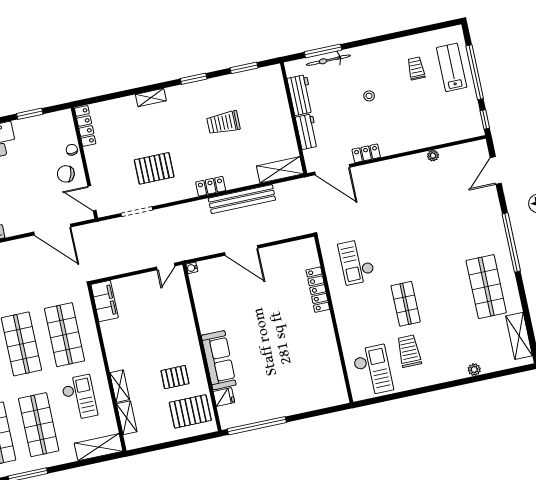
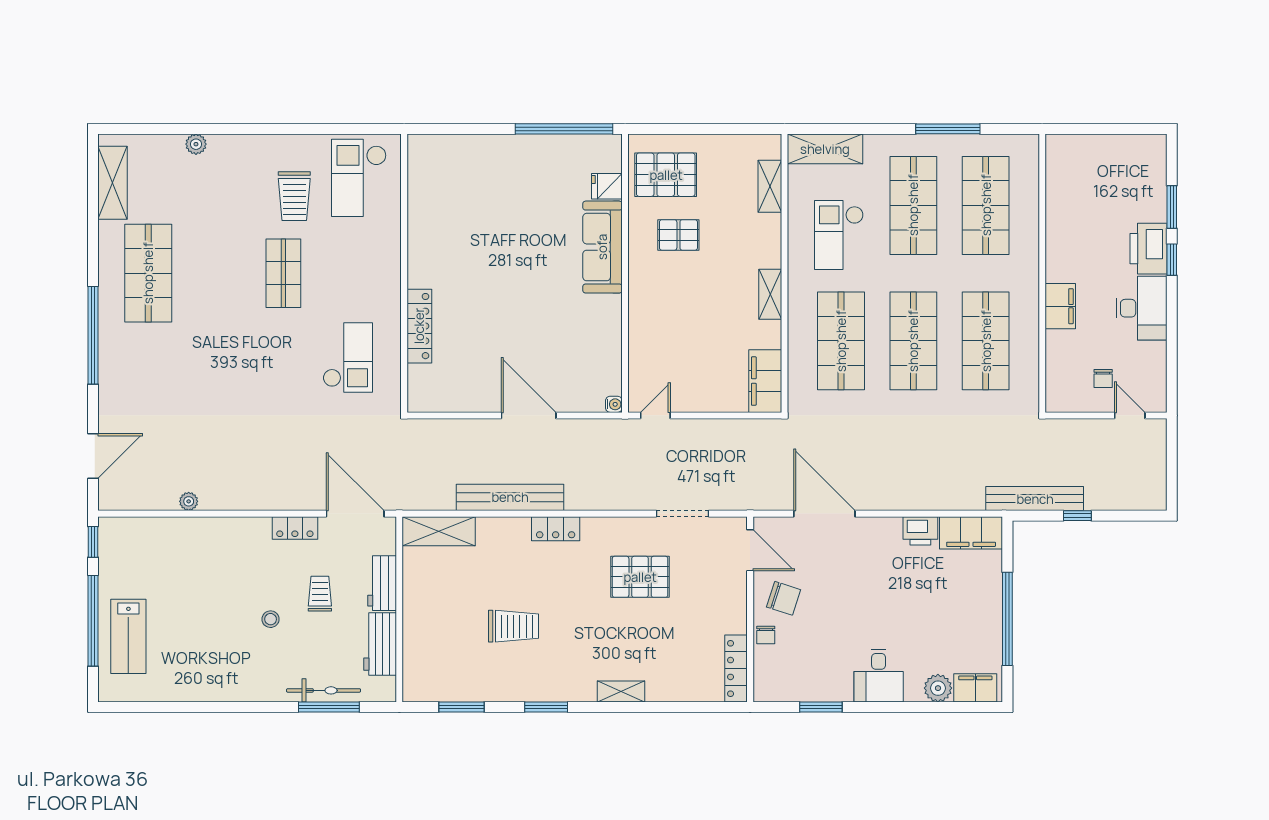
trolley: (416, 68) -> (320, 594), moved, turned 180
shelving: (120, 386) -> (770, 294), moved

